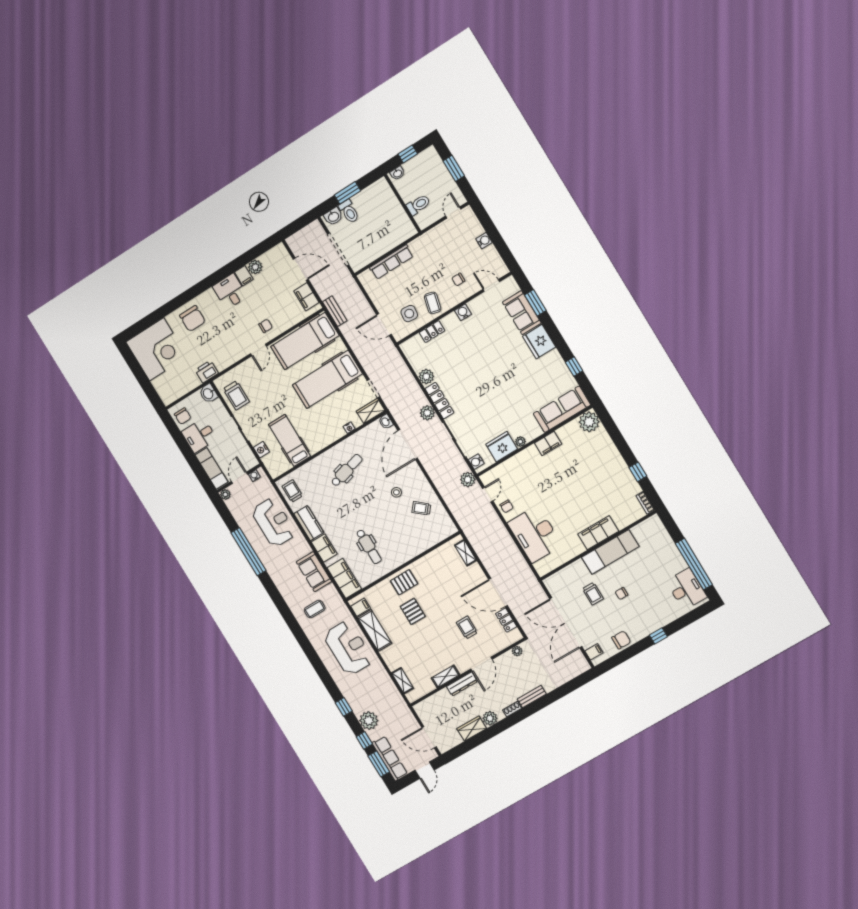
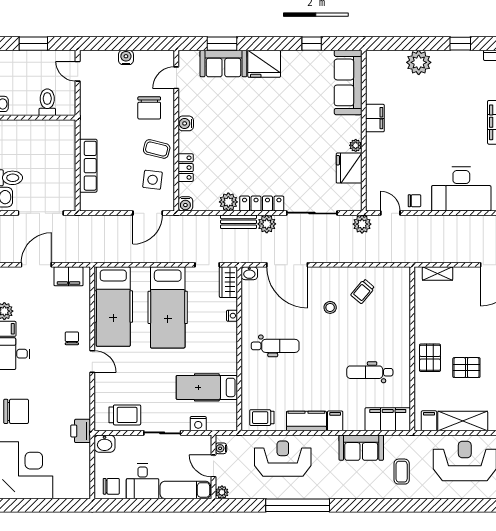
chair: (458, 280) -> (149, 108), width x1.87, depth x1.87
bench: (335, 311) -> (239, 222), moved
plant: (589, 422) -> (419, 62), moved
water cooler: (476, 462) -> (185, 204), moved
dental chair: (347, 470) -> (275, 346), turned 105
dental chair: (369, 547) -> (370, 372), turned 180
filing cabinet: (324, 548) -> (335, 421), width x0.50

